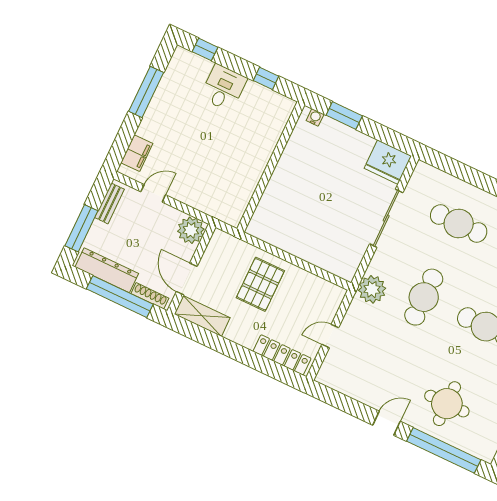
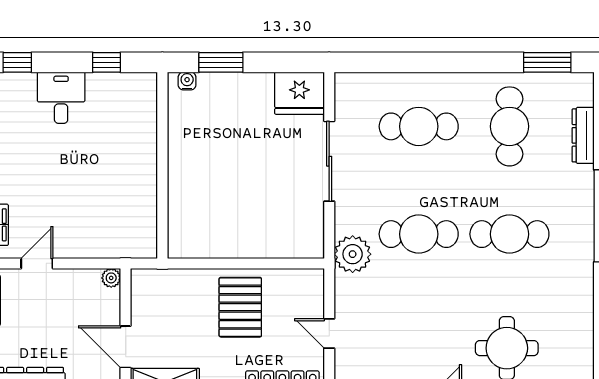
plant: (191, 230) -> (111, 278), width x0.53, depth x0.53
pallet: (260, 284) -> (240, 307), moved
cafe table: (424, 297) -> (419, 234), turned 90
door: (330, 336) -> (329, 334), hinge flipped

